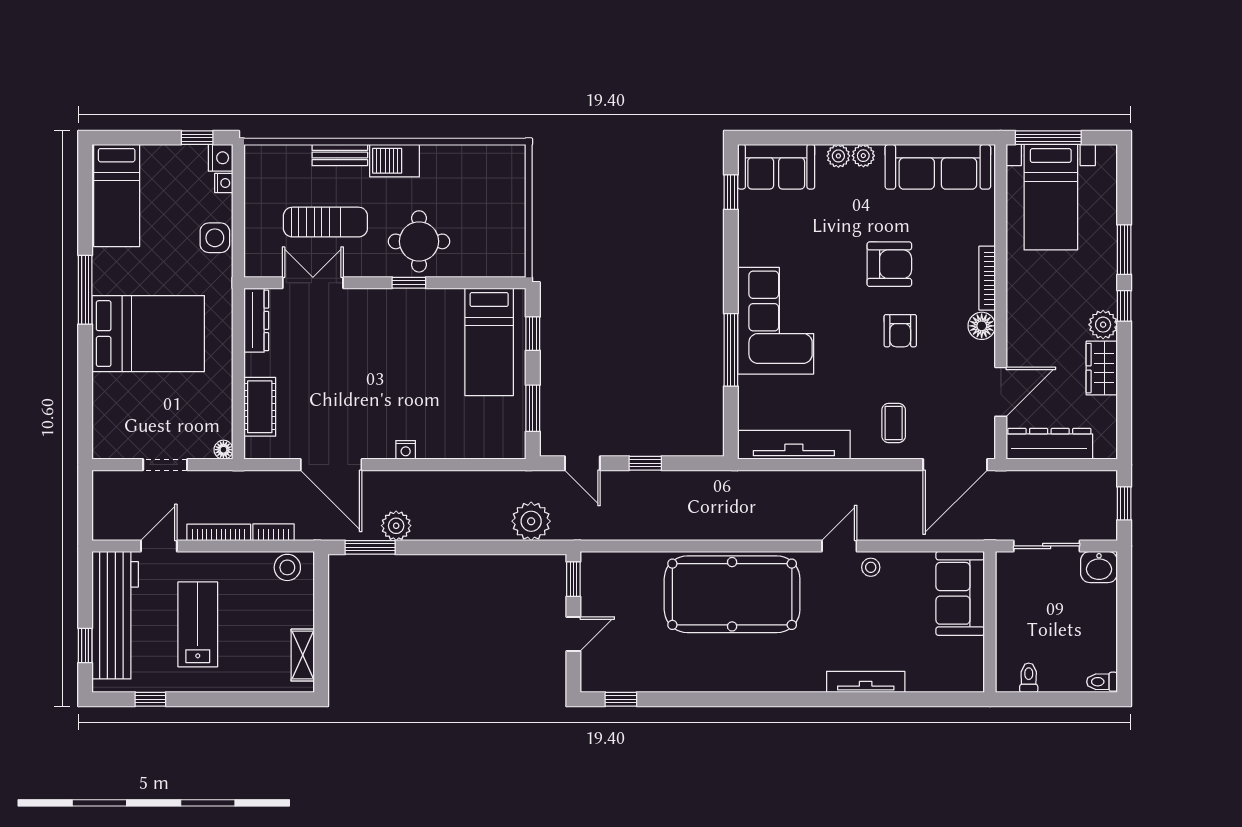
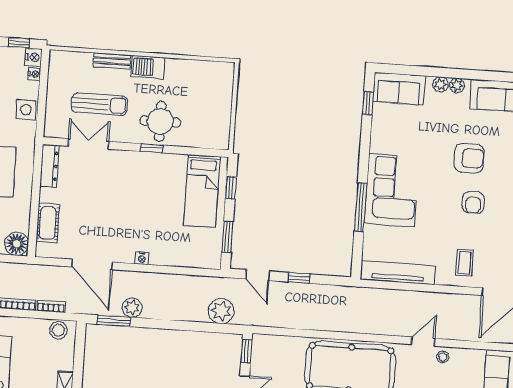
floor lamp: (223, 450) -> (17, 244), width x1.89, depth x1.89

